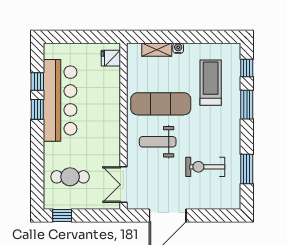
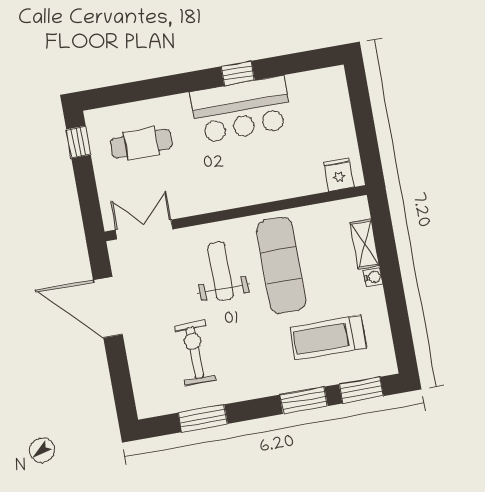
window: (247, 68) -> (361, 390), width x1.50
window: (37, 82) -> (281, 66), removed
treadmill: (211, 83) -> (328, 337), turned 180
bar counter: (60, 100) -> (241, 110), width x0.73
cafe table: (70, 177) -> (141, 144), turned 90

